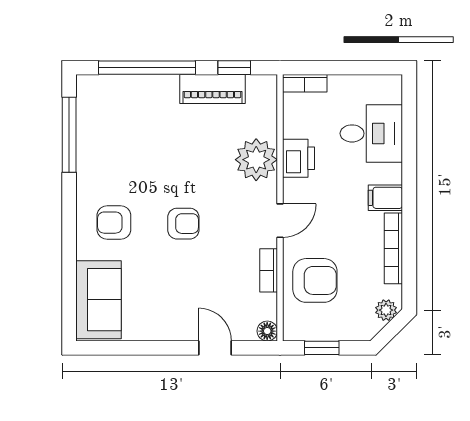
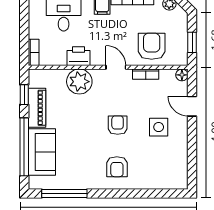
side table: (180, 292) -> (159, 127), added
sofa: (99, 300) -> (42, 152), moved, turned 90
door: (215, 348) -> (192, 106), hinge flipped

